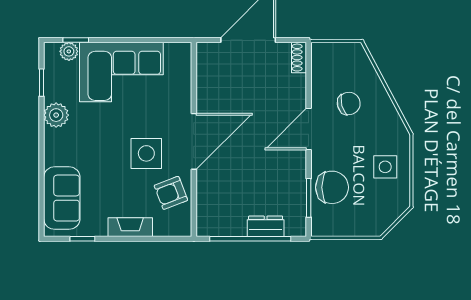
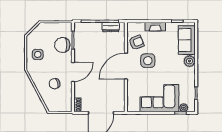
plant: (56, 115) -> (189, 61), moved
dresser: (266, 226) -> (111, 27), moved

